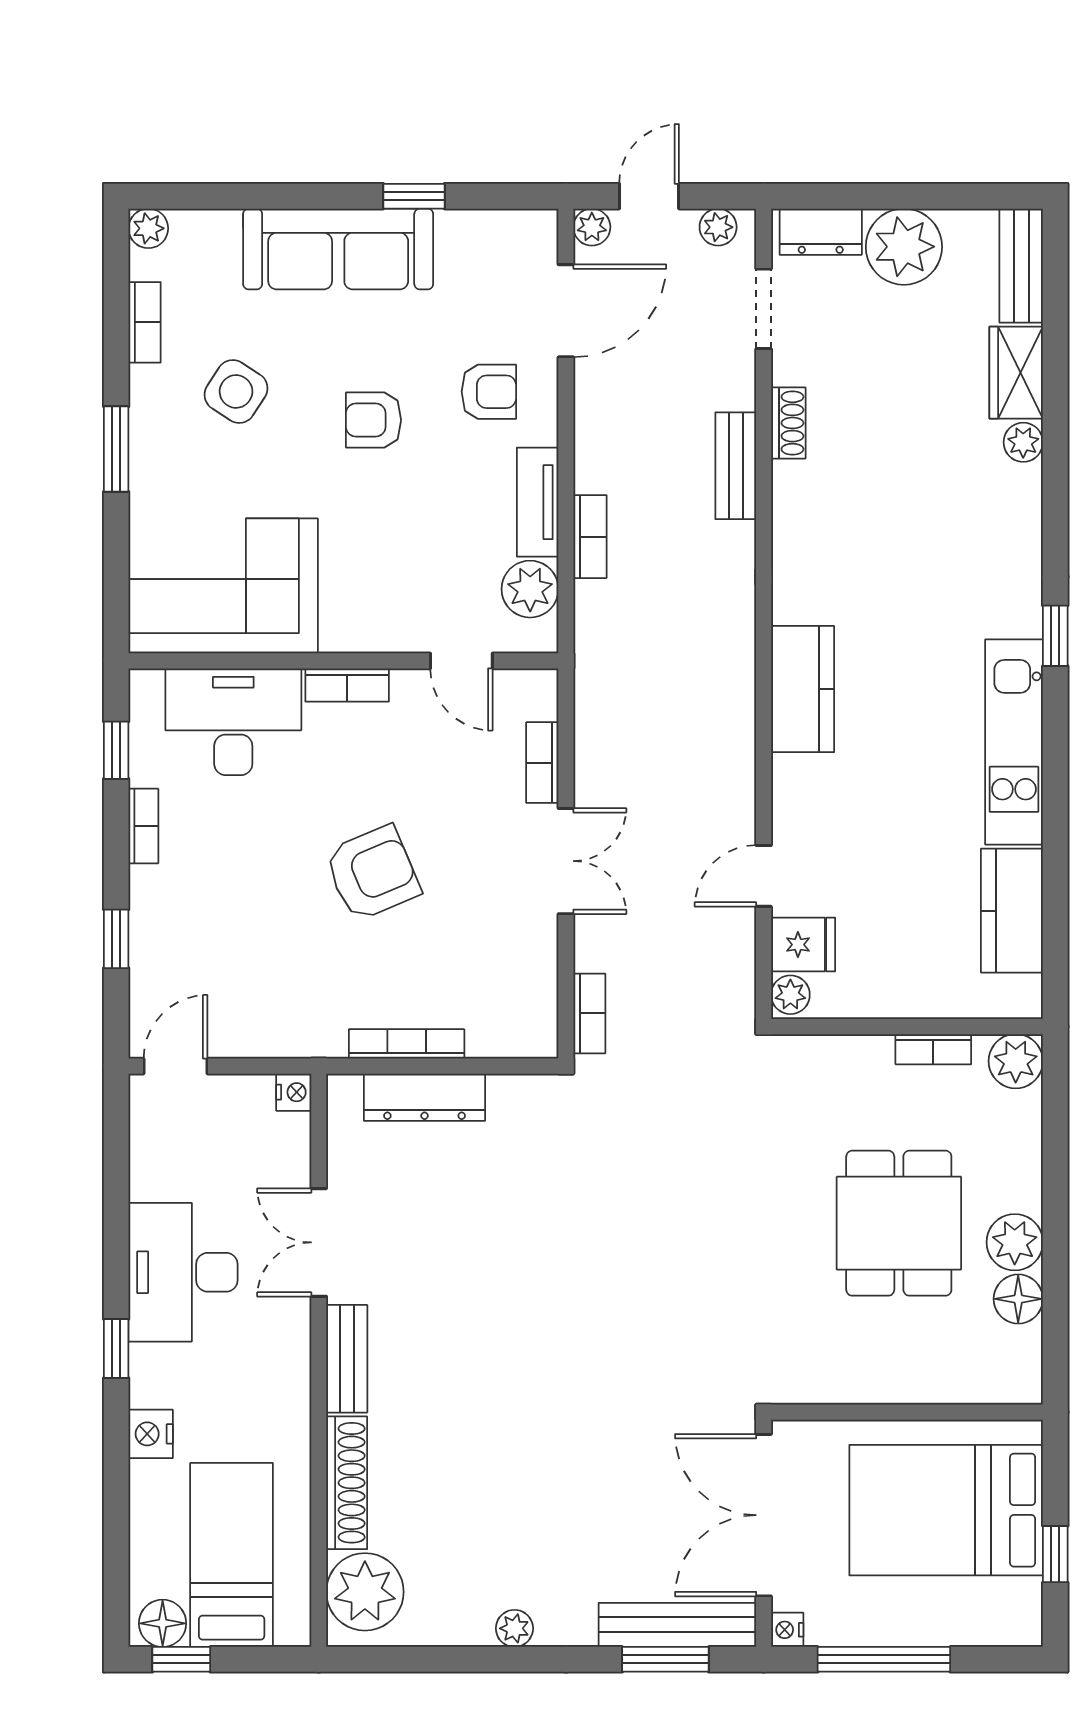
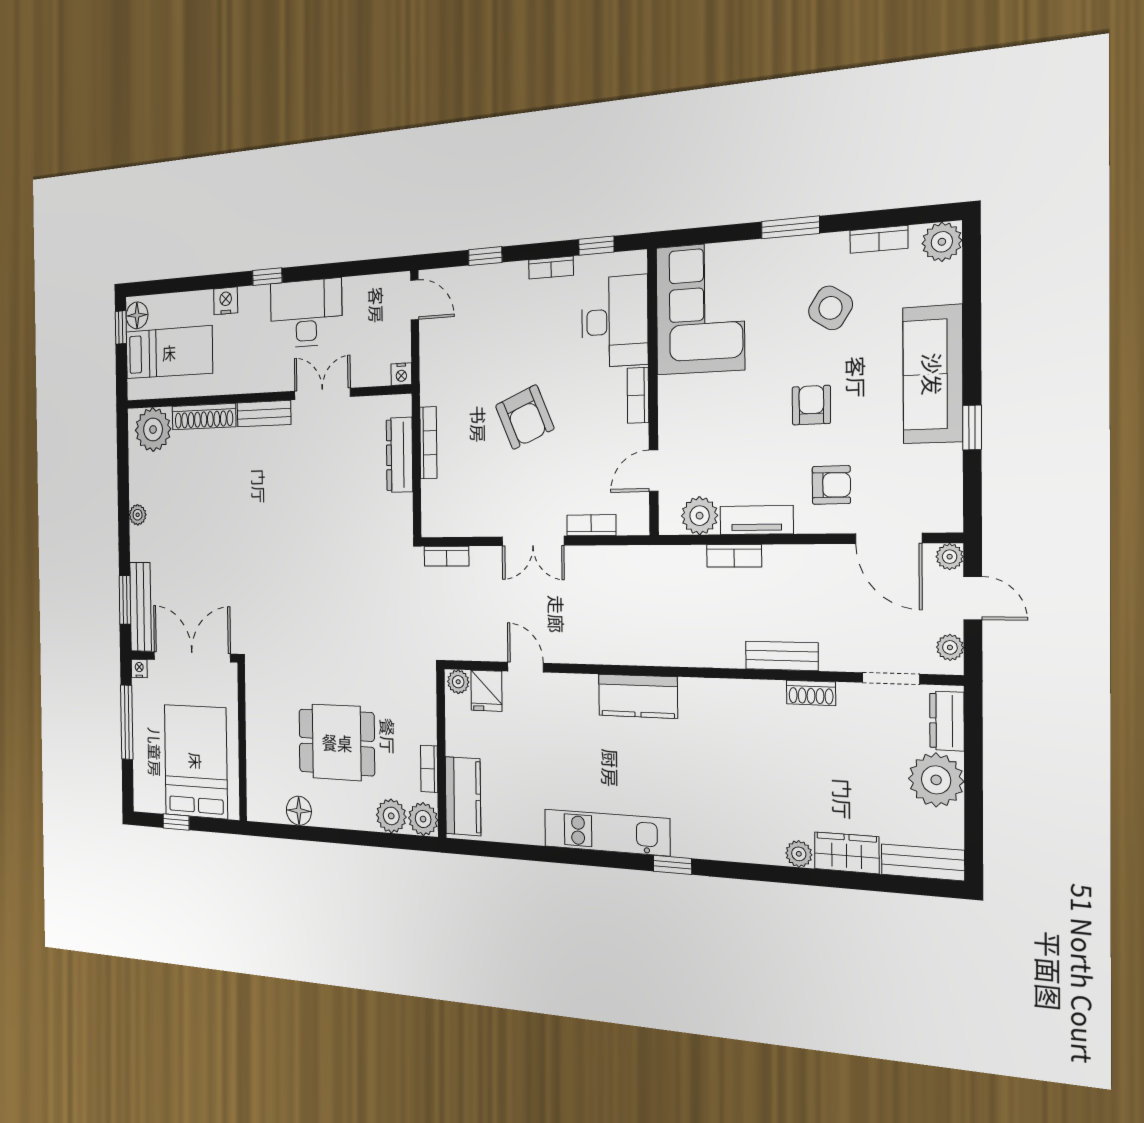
plant: (148, 228) -> (942, 242), width x1.38, depth x1.38
armchair: (489, 392) -> (831, 485), turned -90
kitchen counter: (1012, 911) -> (463, 796), moved, turned 90
plant: (1015, 1242) -> (391, 816), moved

